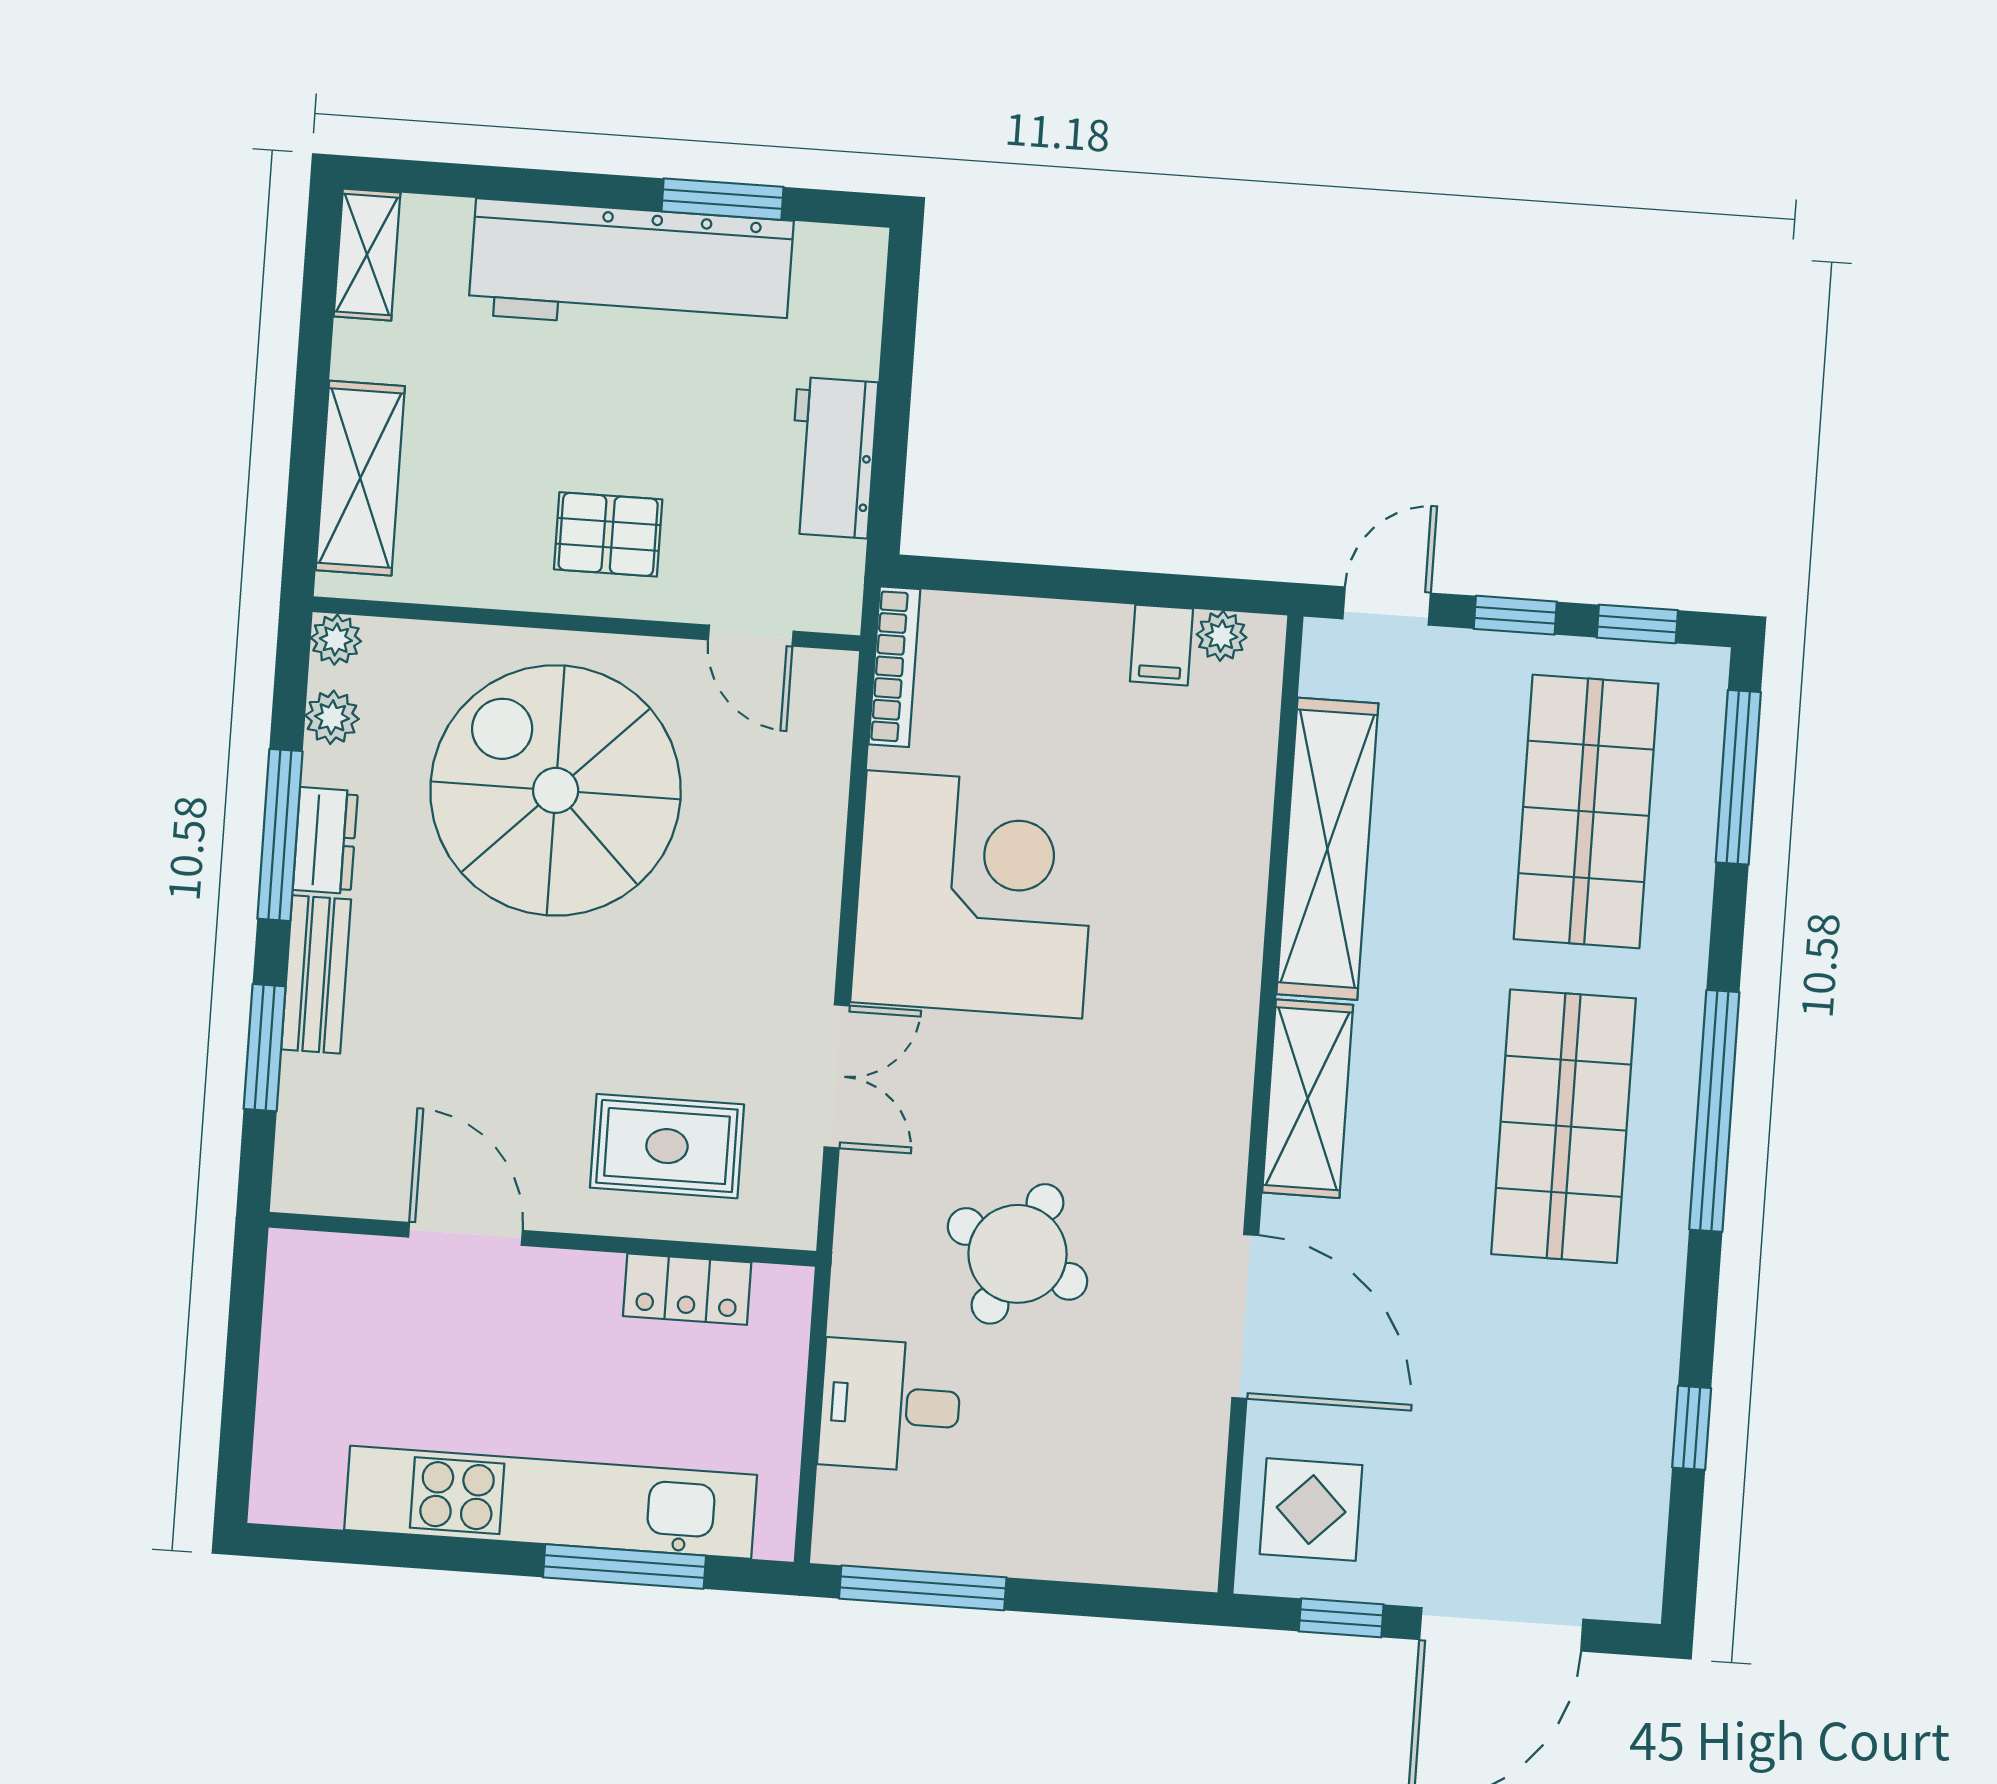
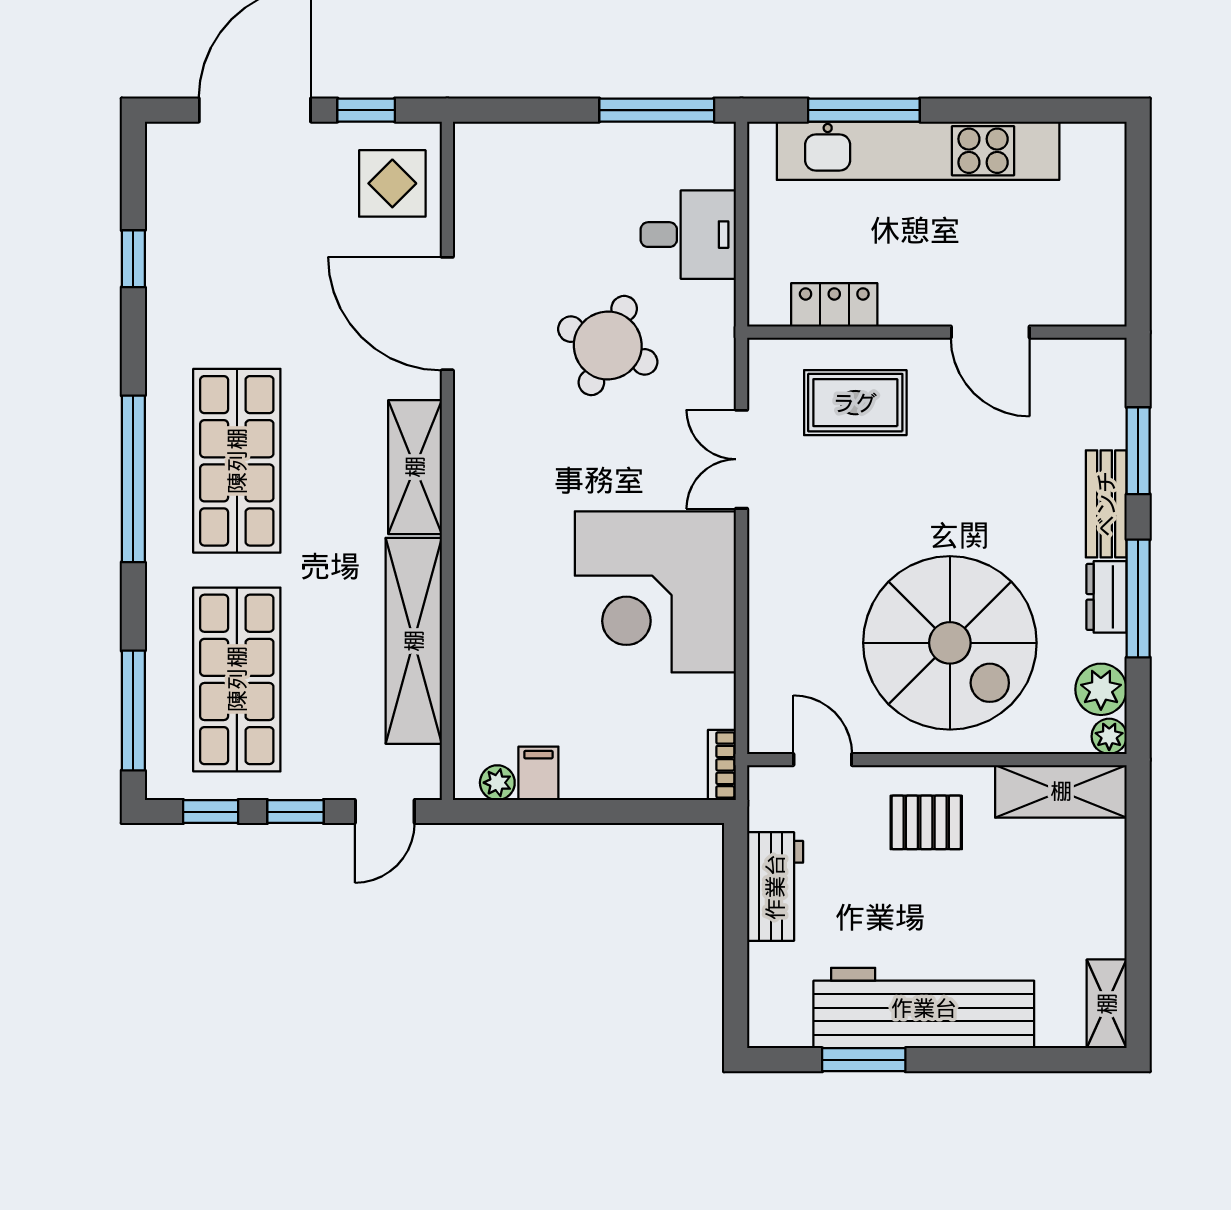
shelving: (360, 478) -> (1061, 791), moved, turned 90
bookcase: (894, 667) -> (722, 765), width x0.64
plant: (332, 717) -> (1101, 689), width x1.38, depth x1.38

